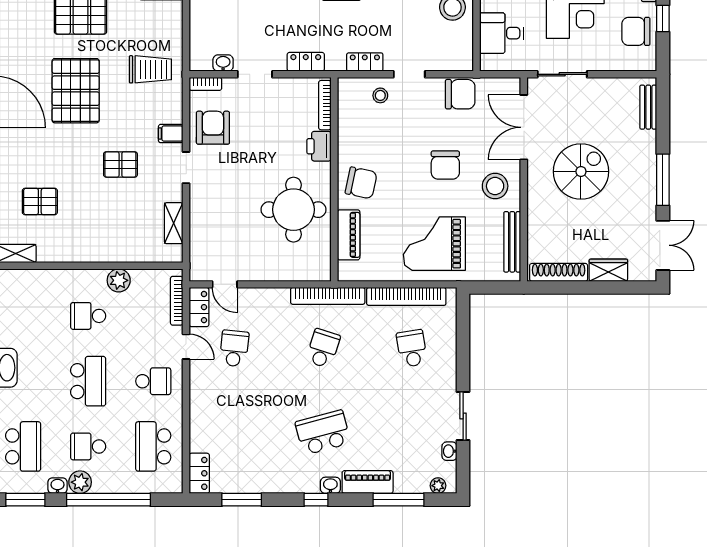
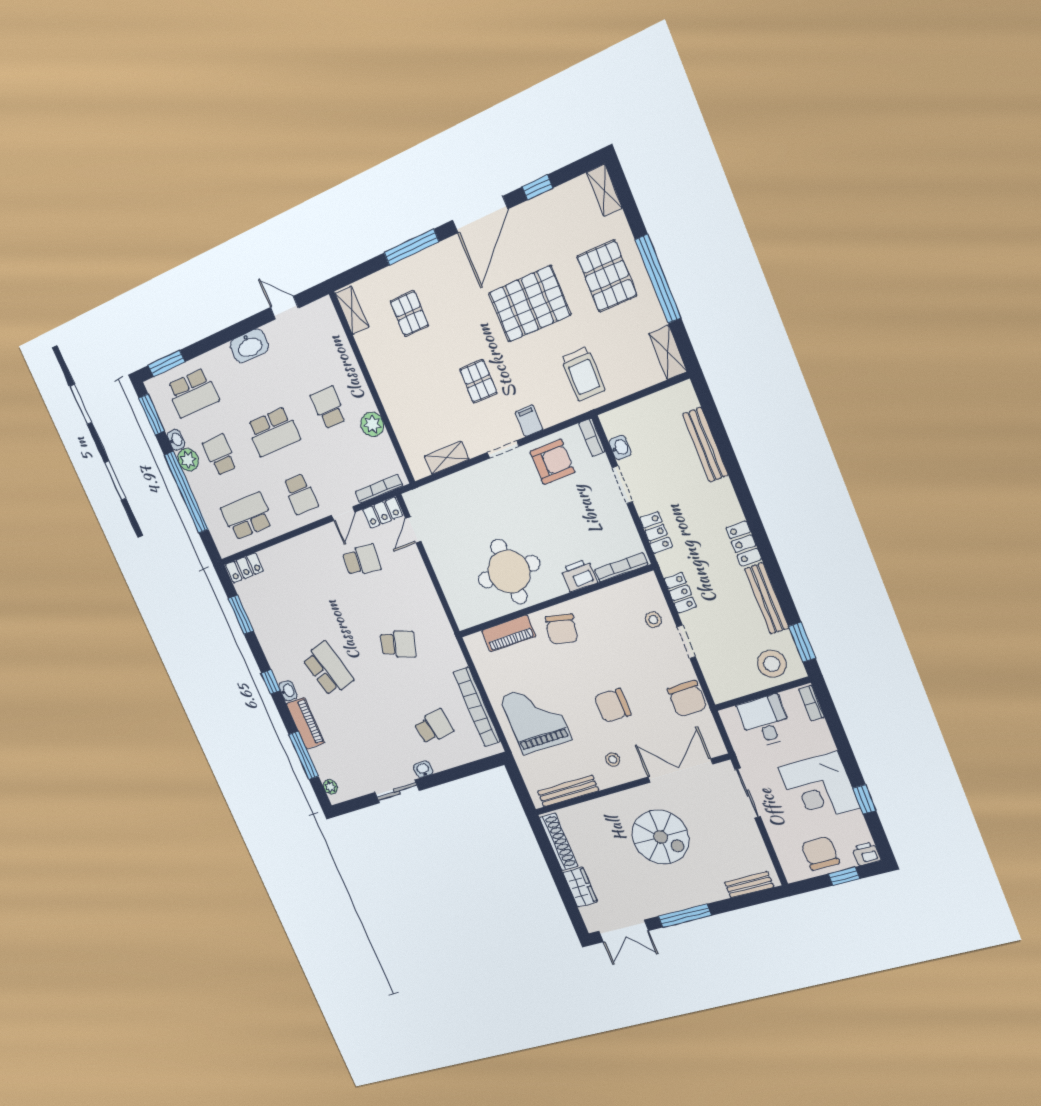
stool: (495, 186) -> (613, 759), width x0.53, depth x0.53
bookcase: (328, 296) -> (445, 633), removed
washbasin: (449, 451) -> (423, 769), moved

